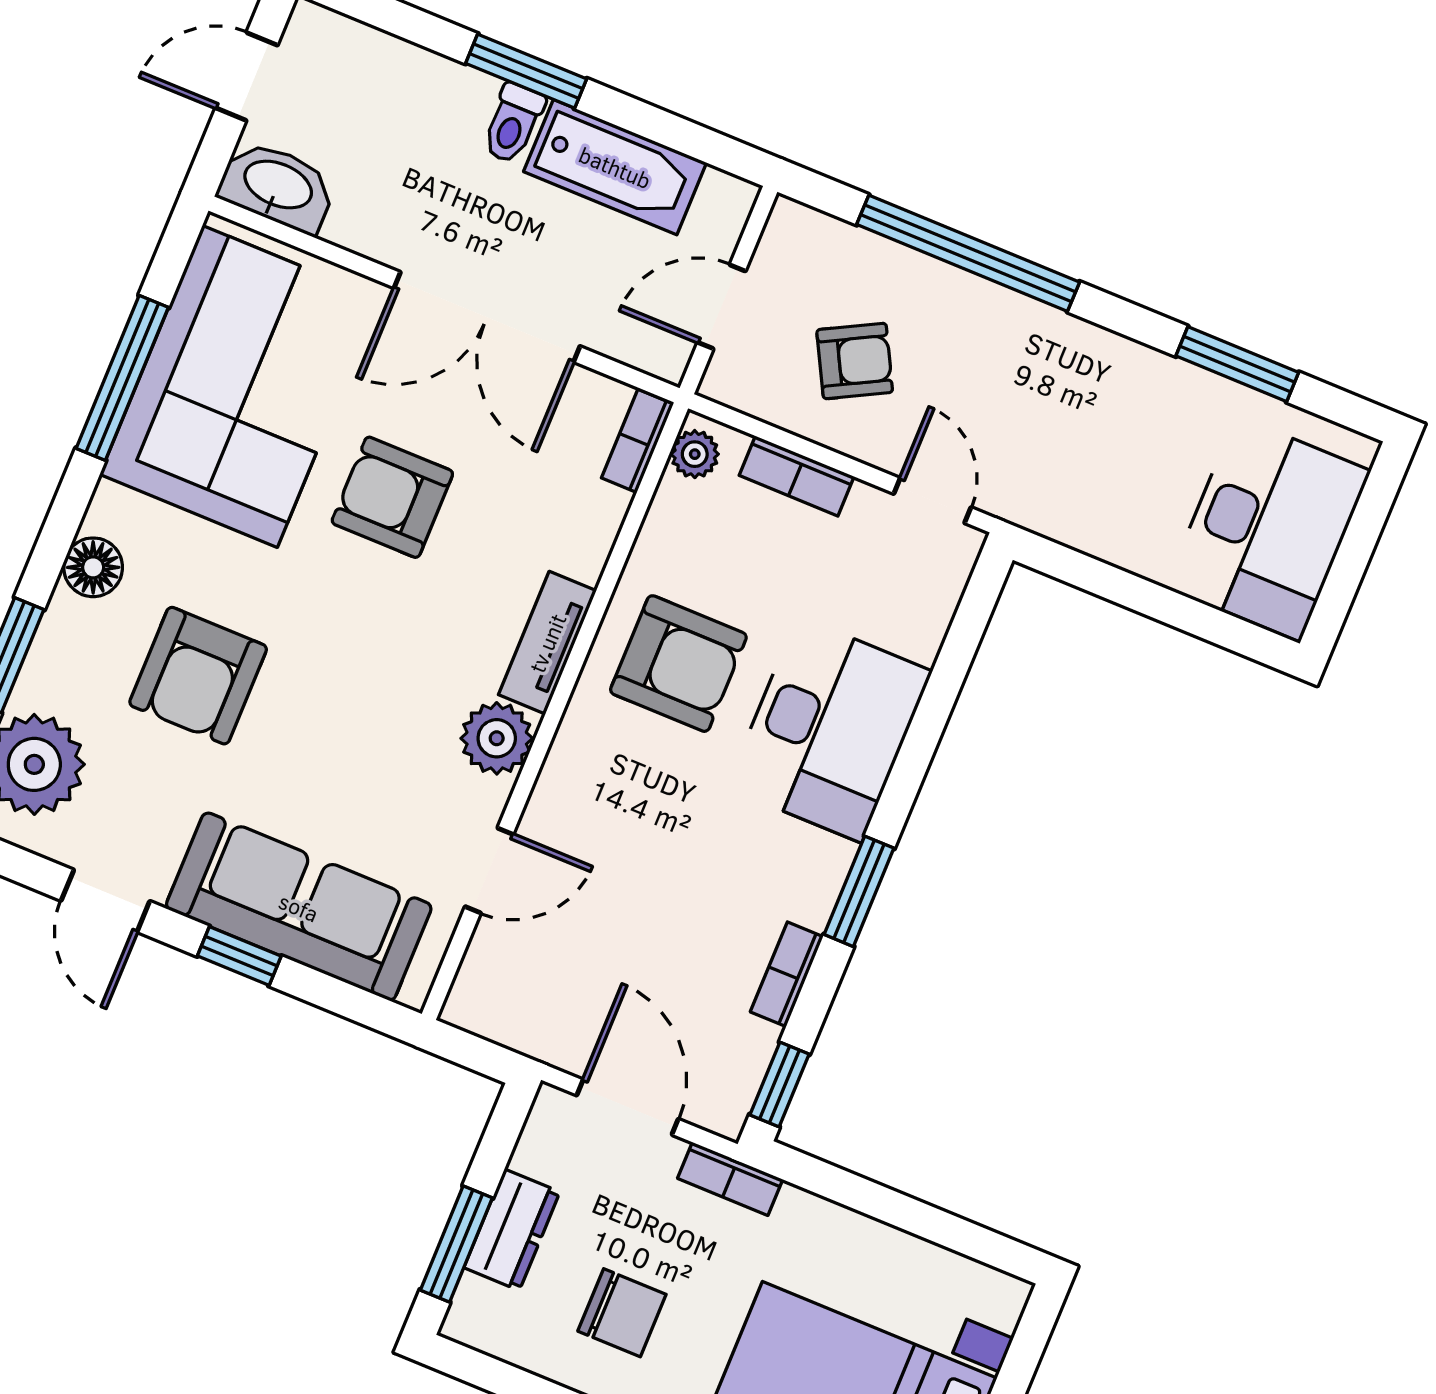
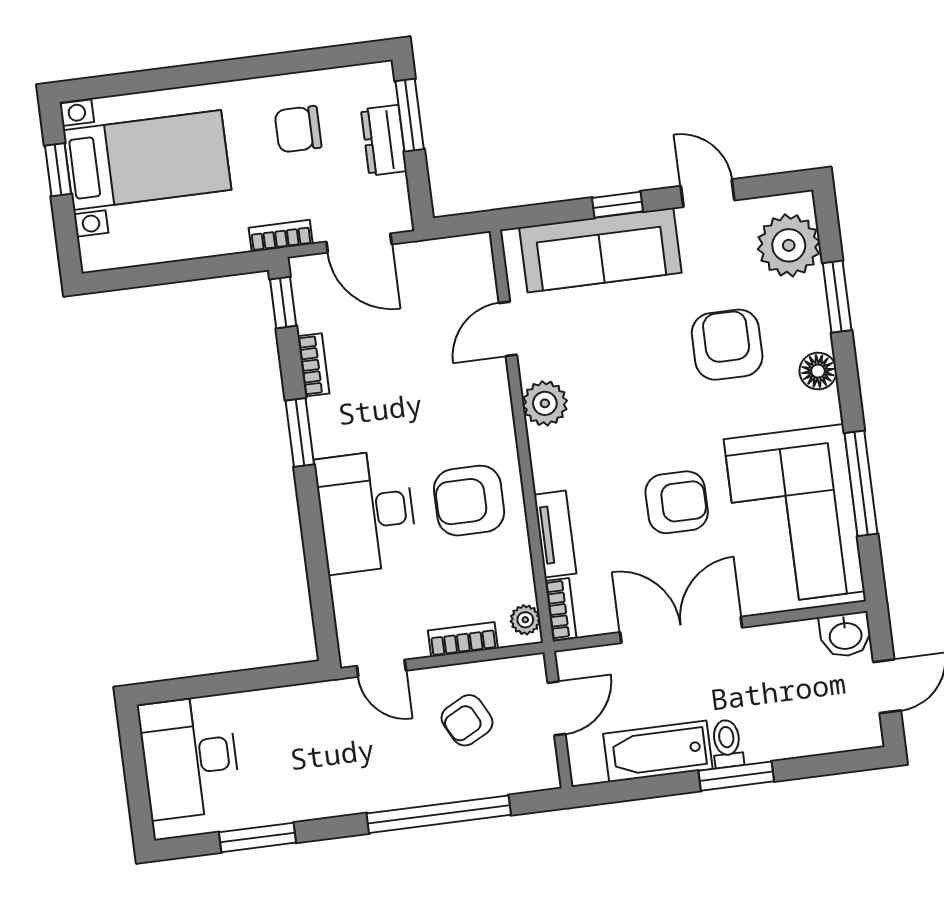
washbasin: (277, 186) -> (845, 635), width x0.72
tv unit: (547, 643) -> (555, 534), moved

